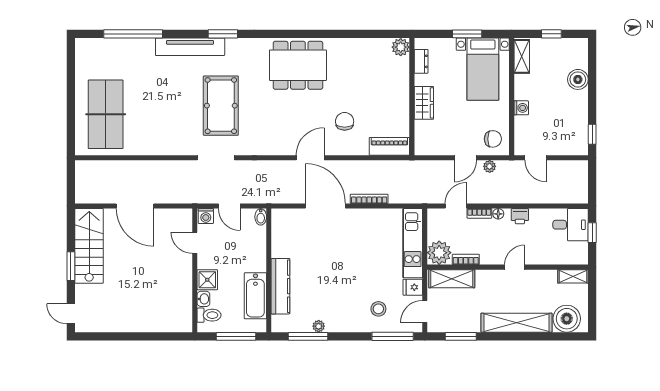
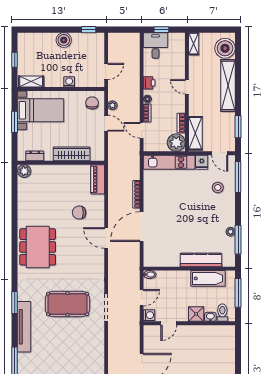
boiler: (578, 79) -> (64, 40), moved
wardrobe: (424, 103) -> (72, 154), width x1.50

